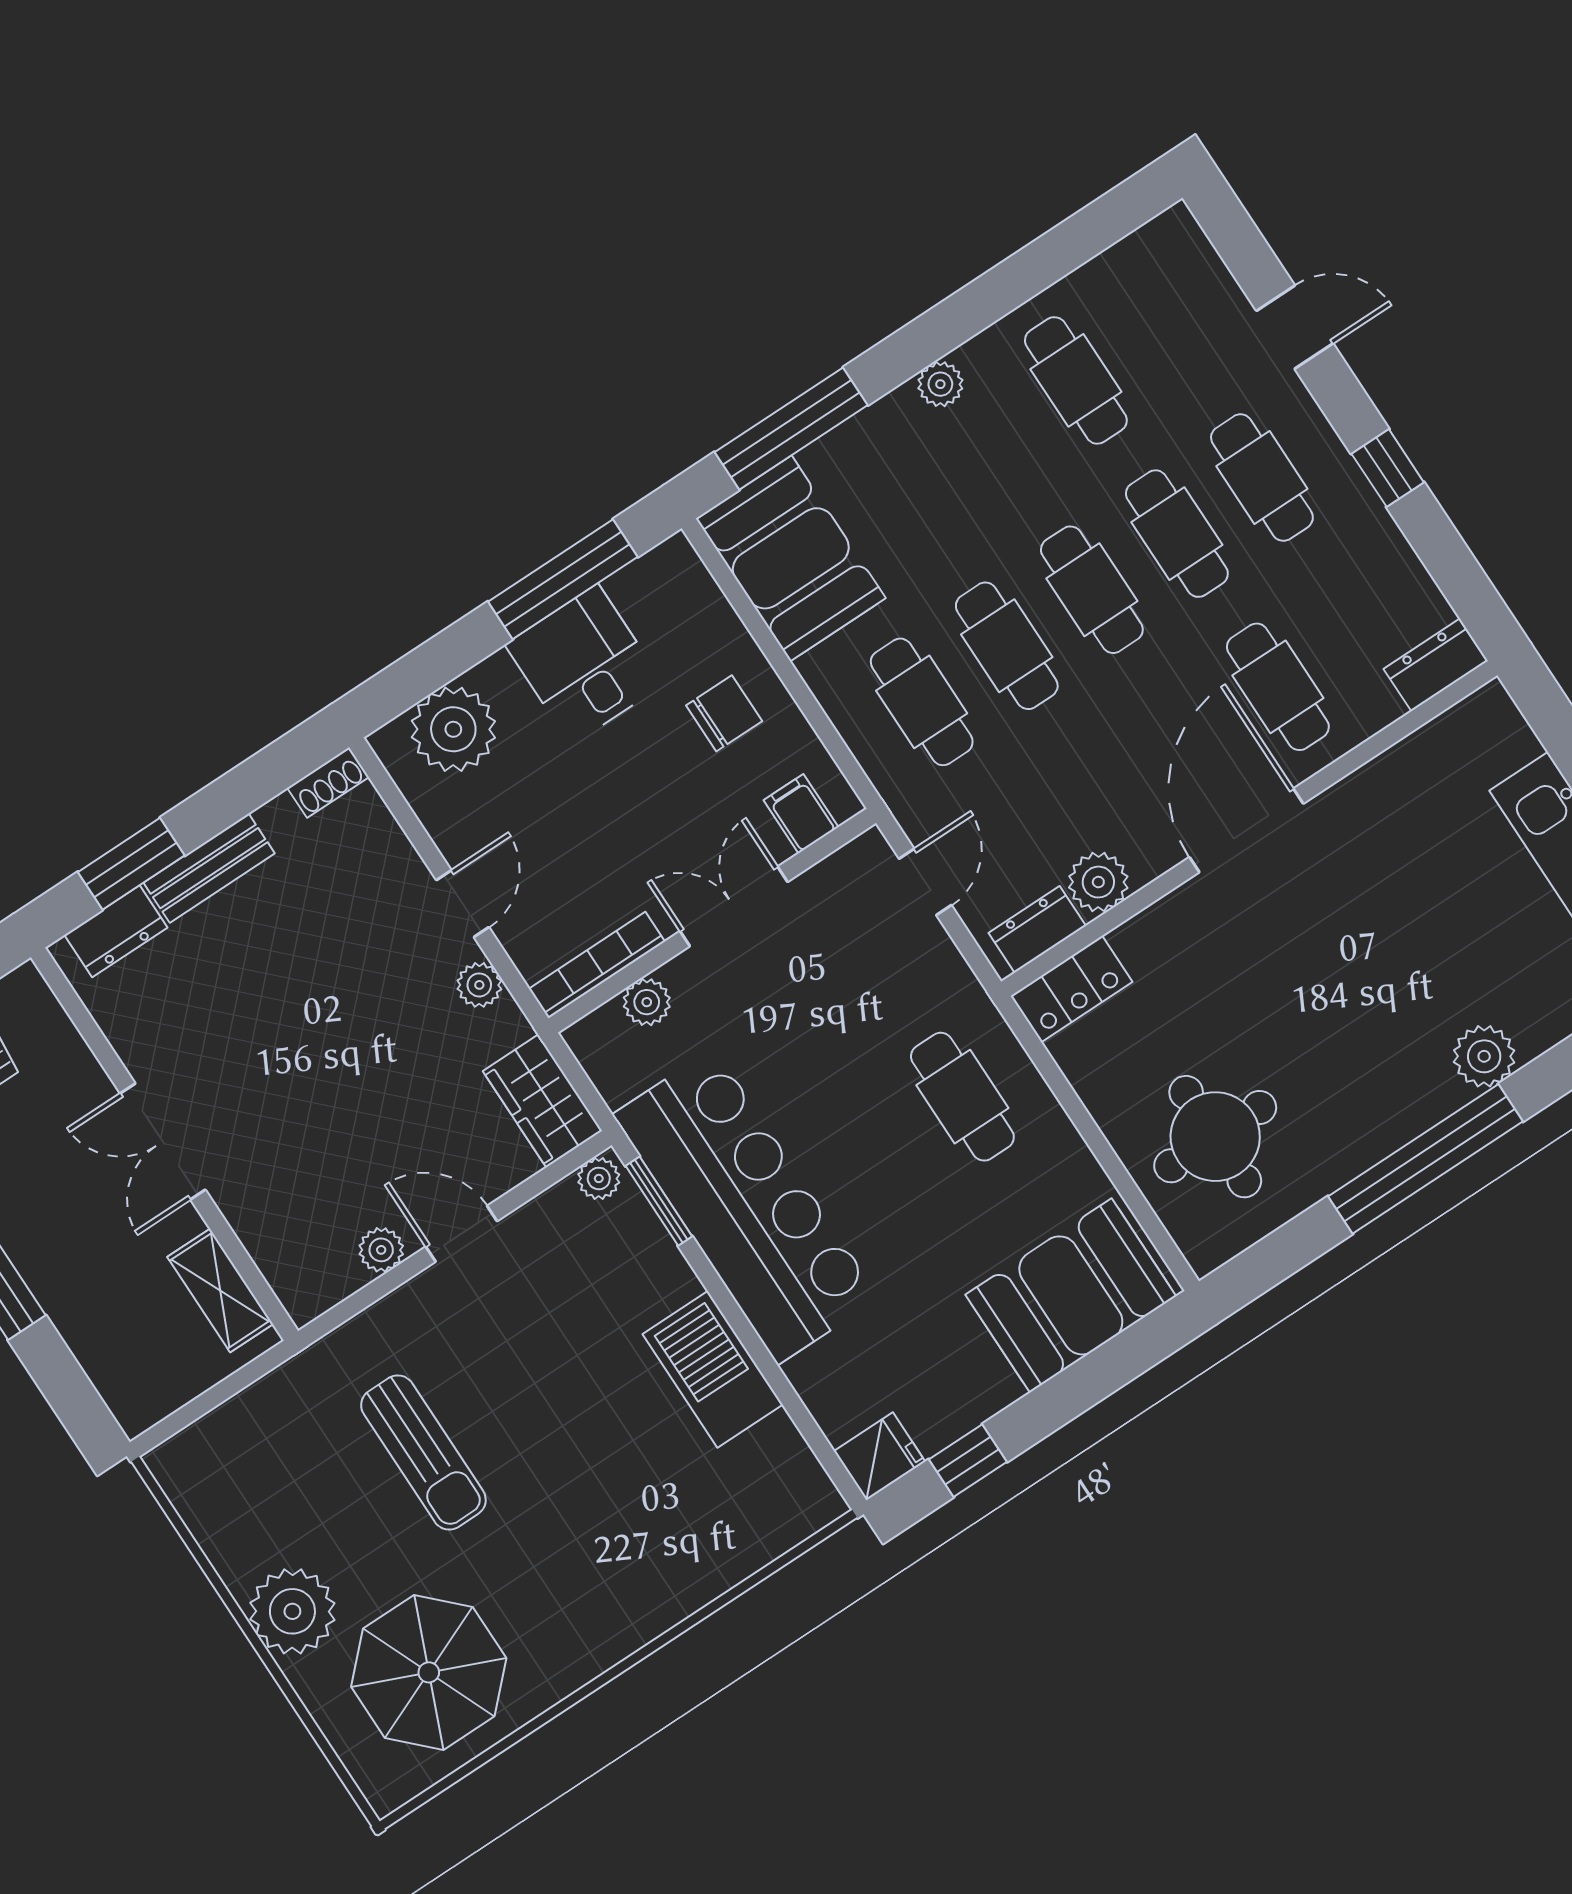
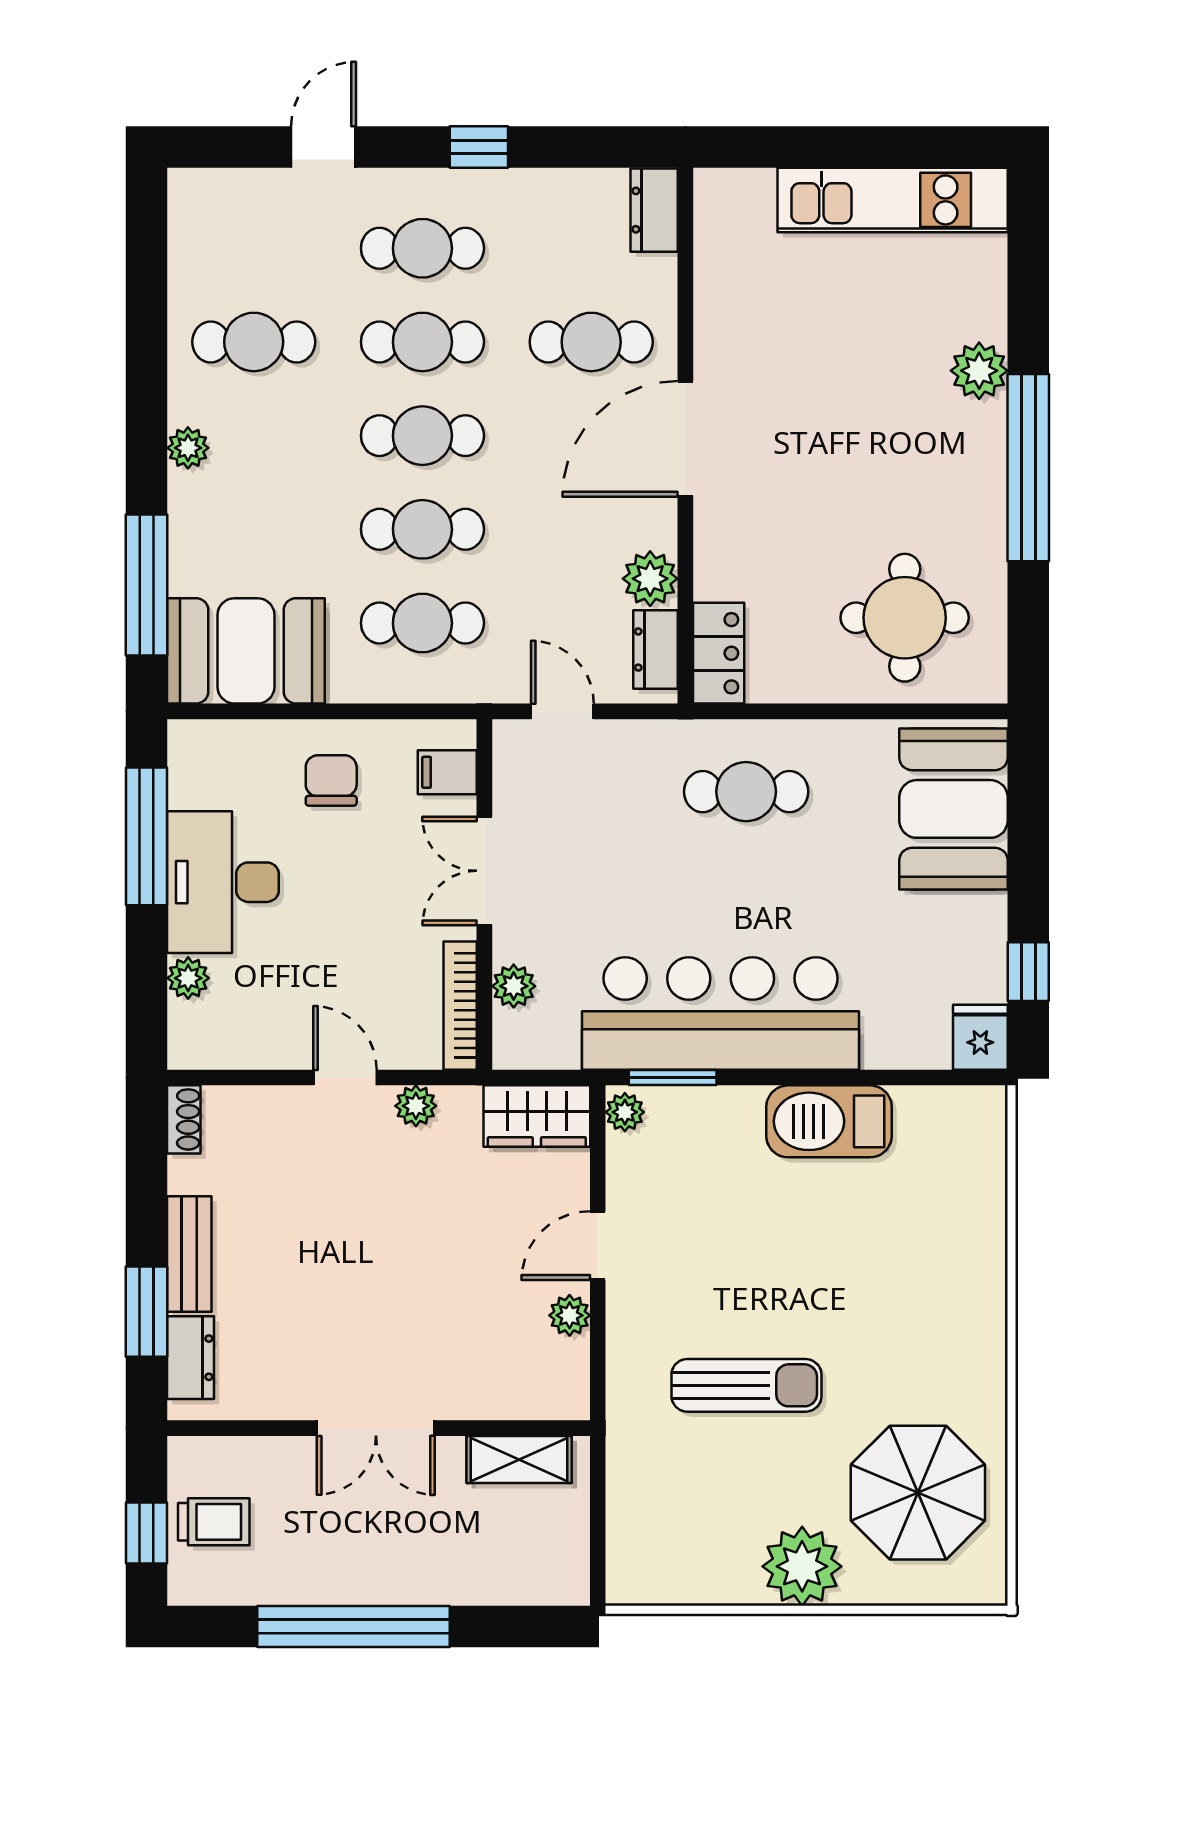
desk: (584, 664) -> (223, 882), width x1.37
plant: (453, 729) -> (188, 978), width x0.53, depth x0.53
door: (1246, 830) -> (685, 439), hinge flipped

